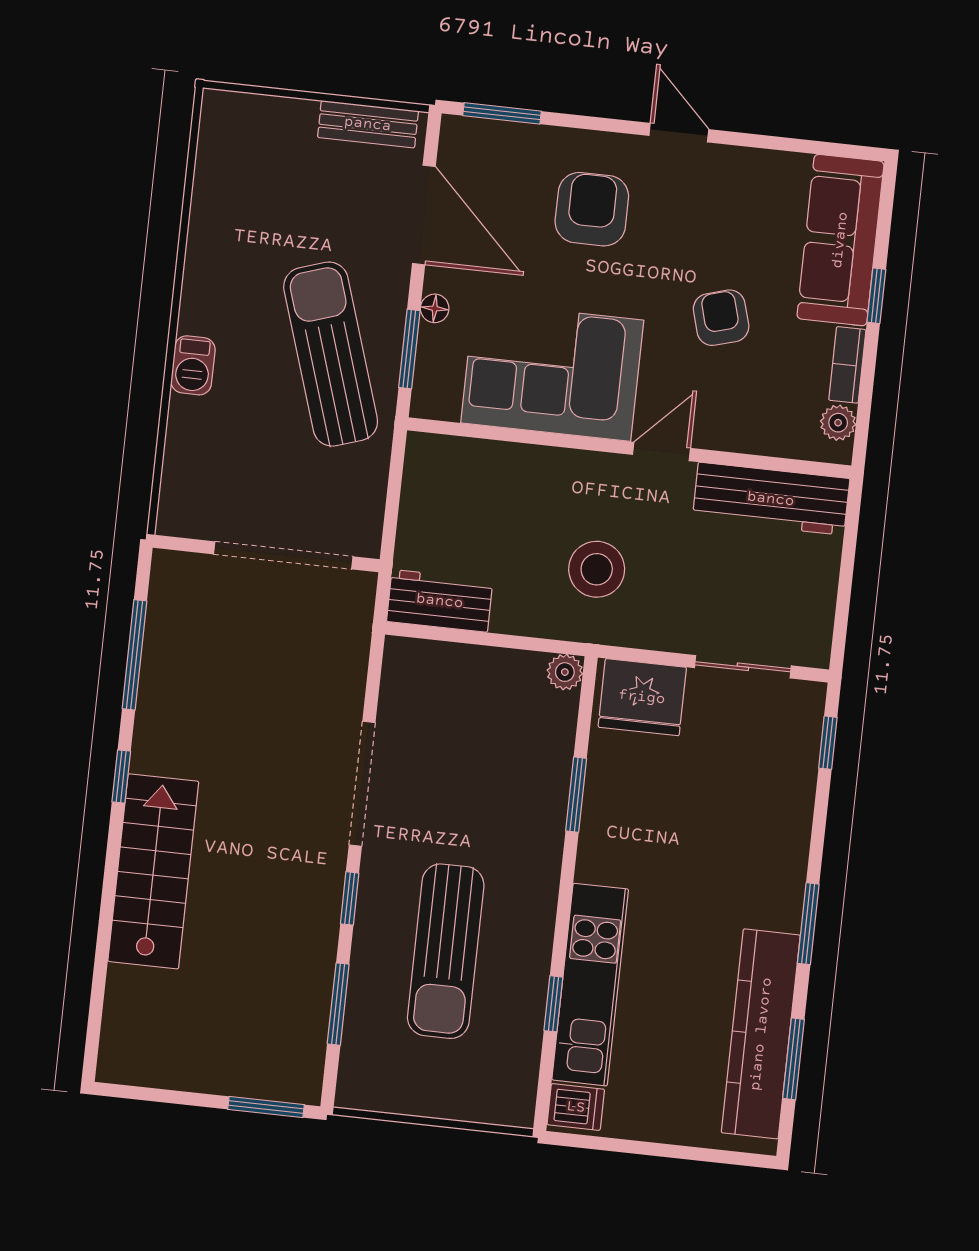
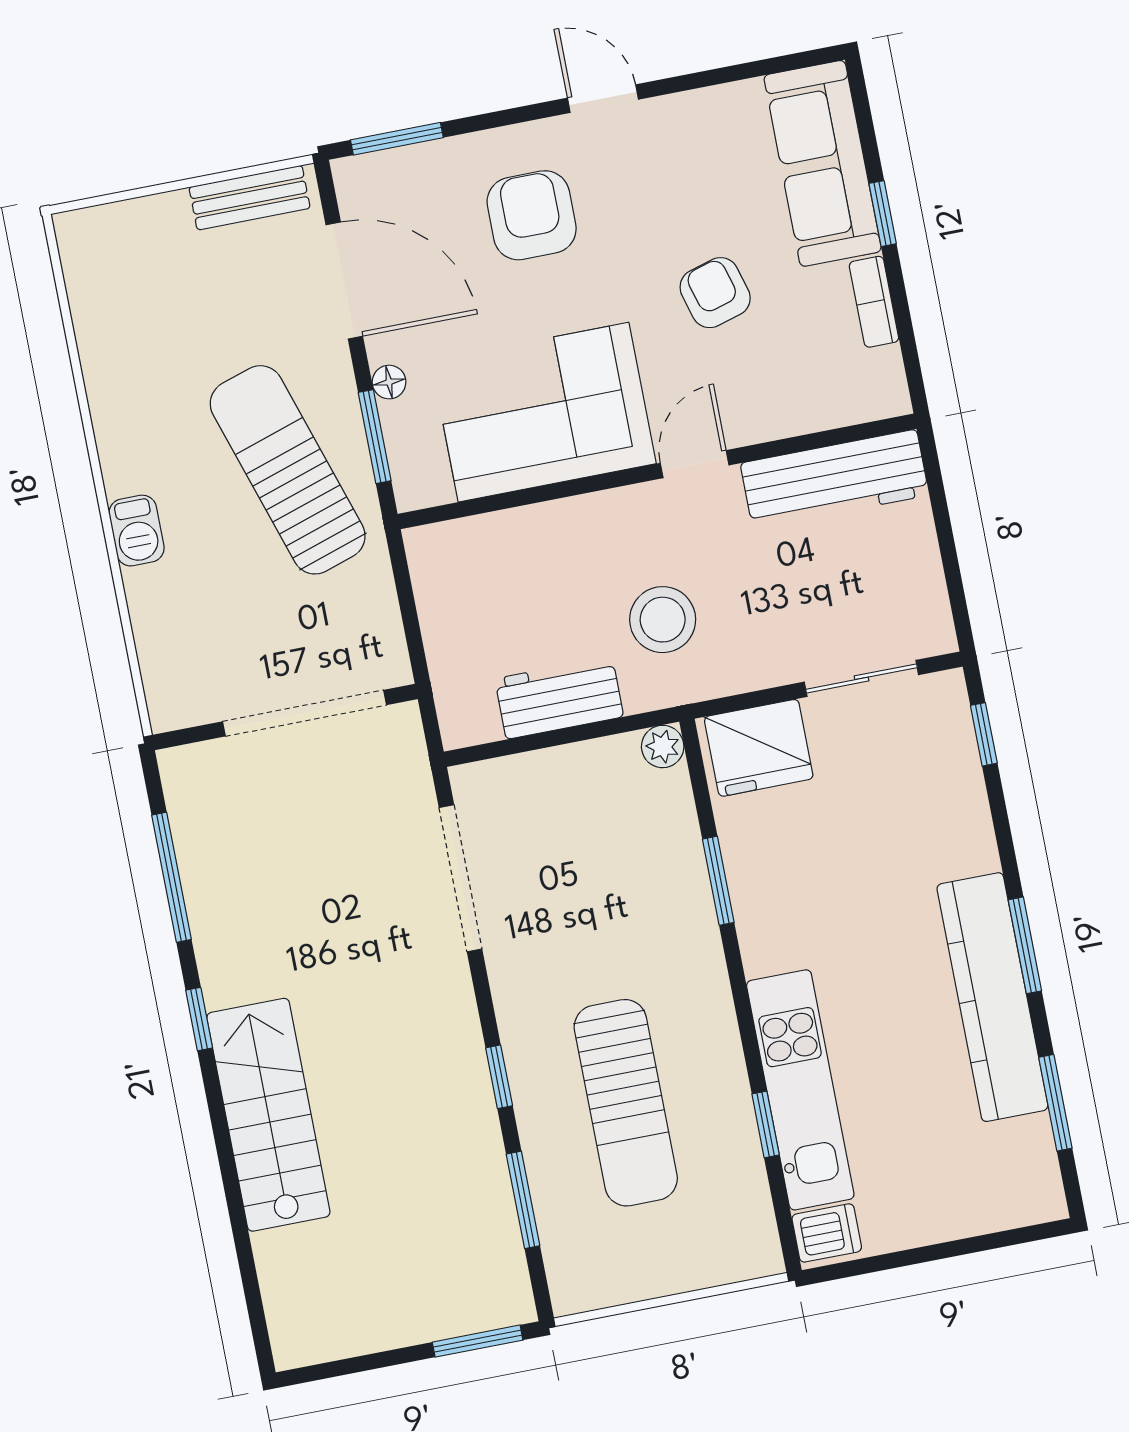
plant: (838, 423) -> (884, 370), removed
workbench: (440, 601) -> (559, 698), moved
doorway: (362, 784) -> (460, 878), moved
kitchen counter: (761, 1034) -> (992, 997), moved

